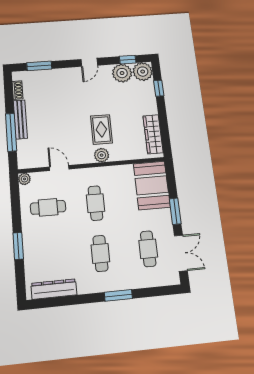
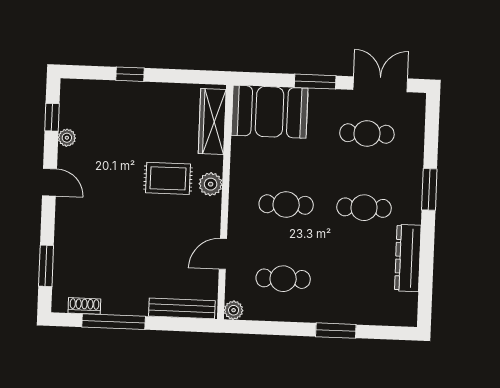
plant: (143, 72) -> (76, 95), removed
plant: (122, 73) -> (67, 138), width x0.53, depth x0.53
window: (159, 88) -> (130, 74), moved
bench: (20, 119) -> (182, 308), moved
window: (11, 132) -> (114, 322), moved
wardrobe: (153, 134) -> (212, 122), moved, turned 90
cafe table: (48, 207) -> (283, 279), turned 90
dresser: (54, 289) -> (408, 258), moved

